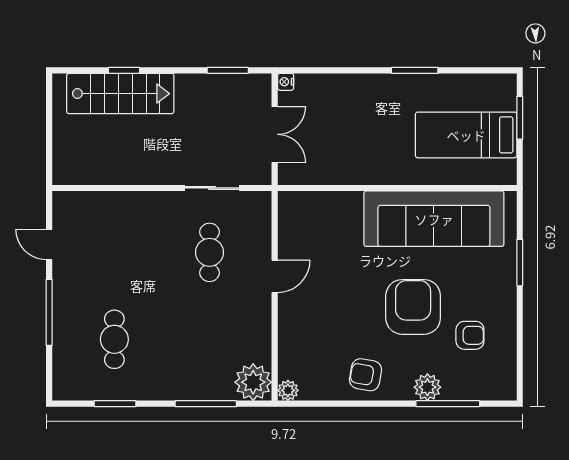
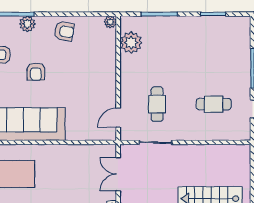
door: (275, 276) -> (118, 118), moved
armchair: (413, 307) -> (36, 72), width x0.53, depth x0.53
cafe table: (114, 339) -> (214, 104), moved, turned 90
plant: (253, 382) -> (131, 43), moved

